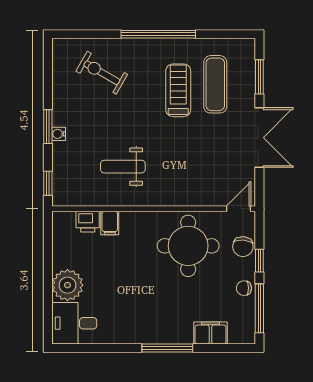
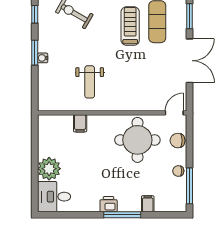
weight bench: (123, 167) -> (90, 82), turned -90
window: (48, 183) -> (35, 14), moved
printer: (88, 222) -> (109, 204), moved, turned 180
chair: (243, 247) -> (178, 141), turned 85
window: (259, 261) -> (190, 151), removed
filing cabinet: (211, 333) -> (148, 204), width x0.50

